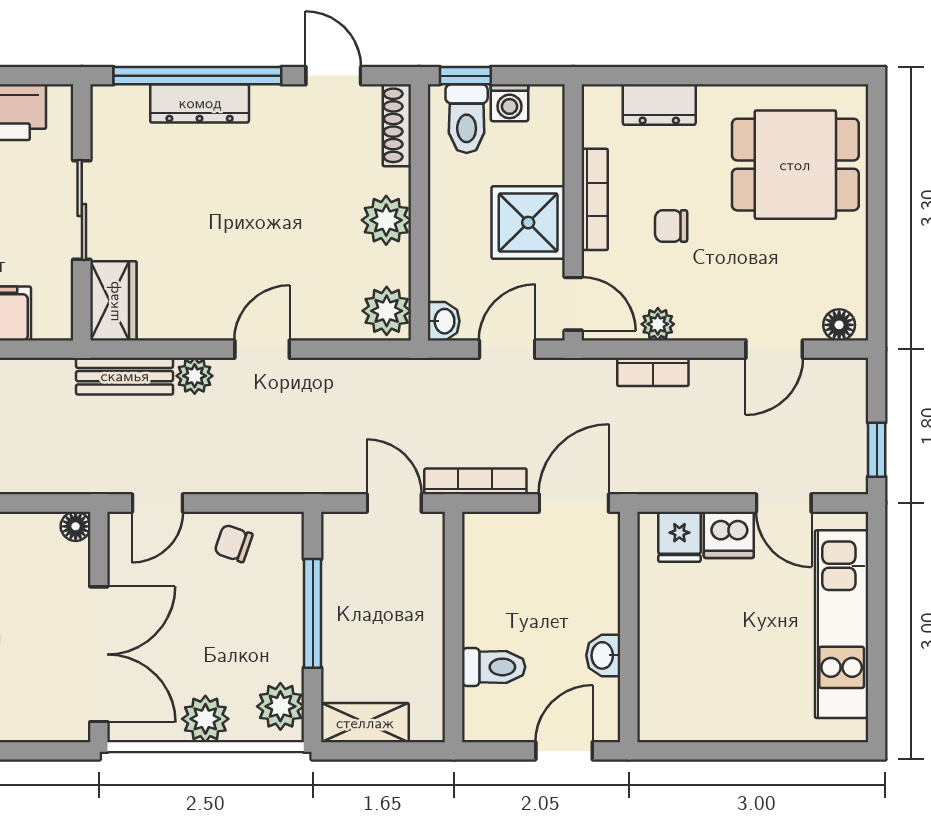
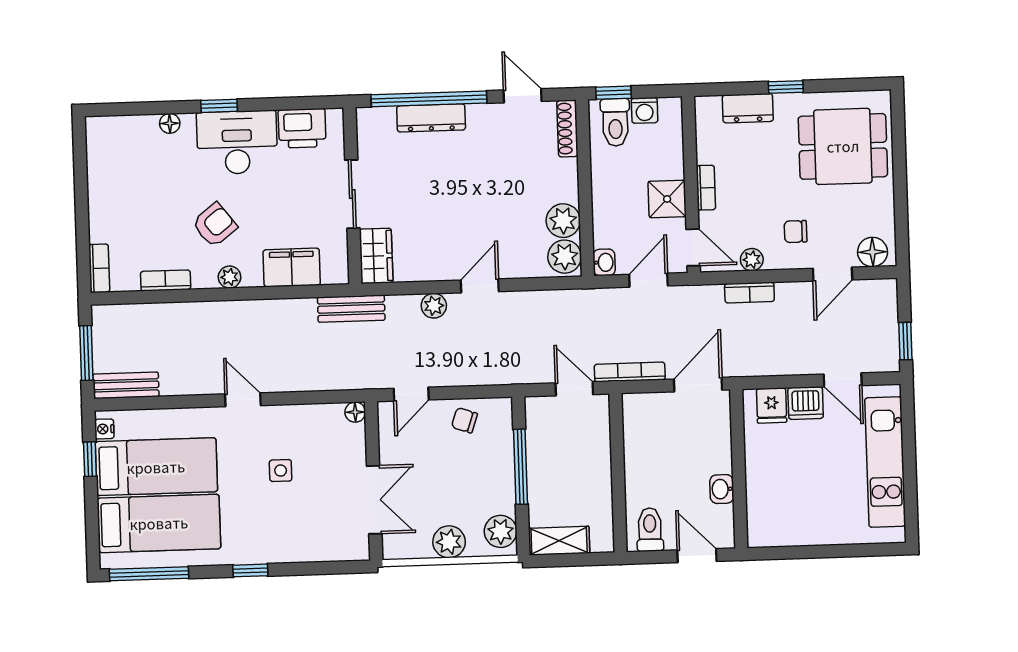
window: (715, 76) -> (786, 87), added
bookcase: (595, 199) -> (706, 188), width x0.64
plant: (386, 220) -> (563, 221), moved
shower: (528, 223) -> (667, 199), width x0.73, depth x0.73
chair: (671, 226) -> (796, 232), moved
floor lamp: (839, 325) -> (873, 252), width x1.37, depth x1.37
bench: (125, 376) -> (351, 309), moved
double door: (99, 654) -> (374, 500), width x0.73
toilet: (494, 667) -> (650, 530), moved, turned -90
door: (564, 751) -> (697, 556), hinge flipped

